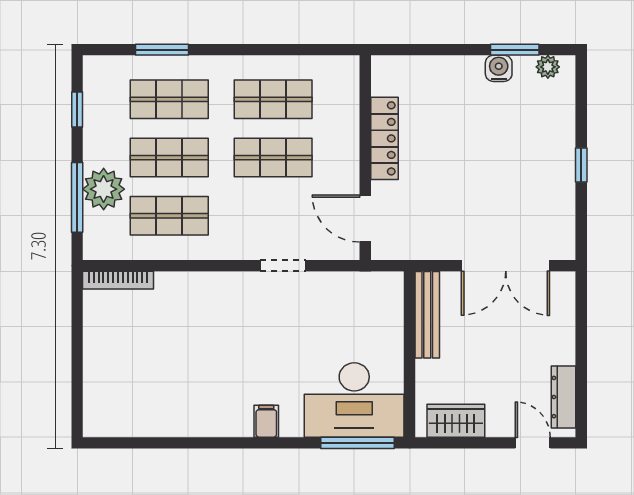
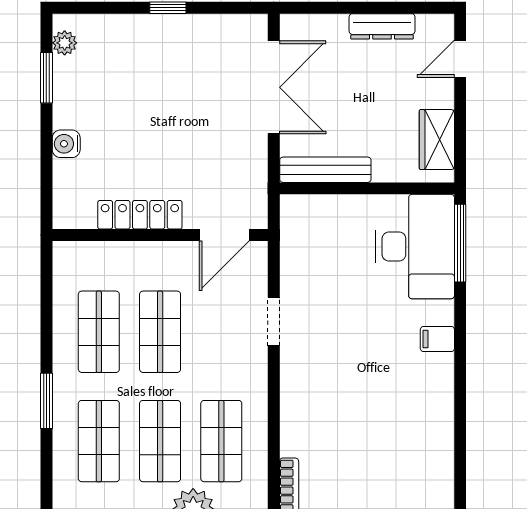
window: (162, 50) -> (46, 401), moved
water cooler: (499, 68) -> (66, 144), moved
dresser: (563, 397) -> (382, 26), moved

